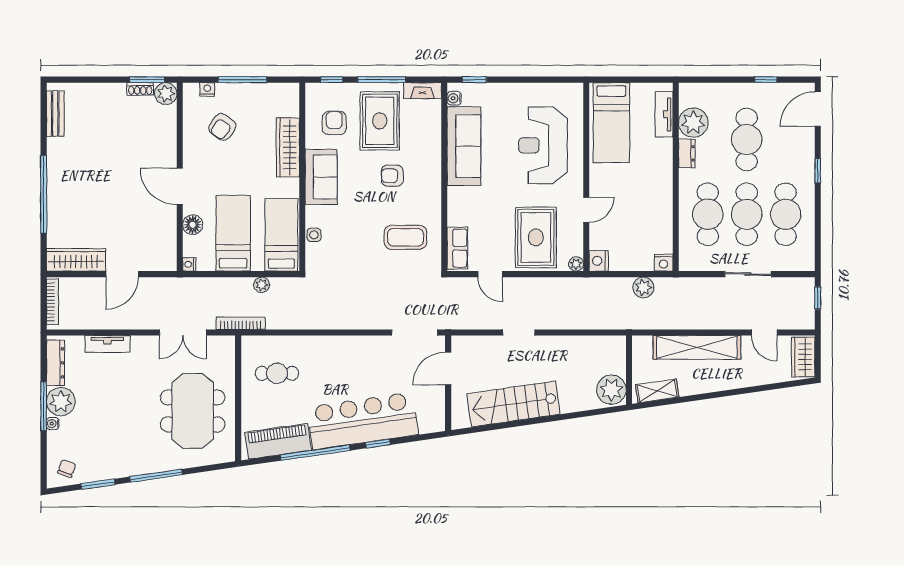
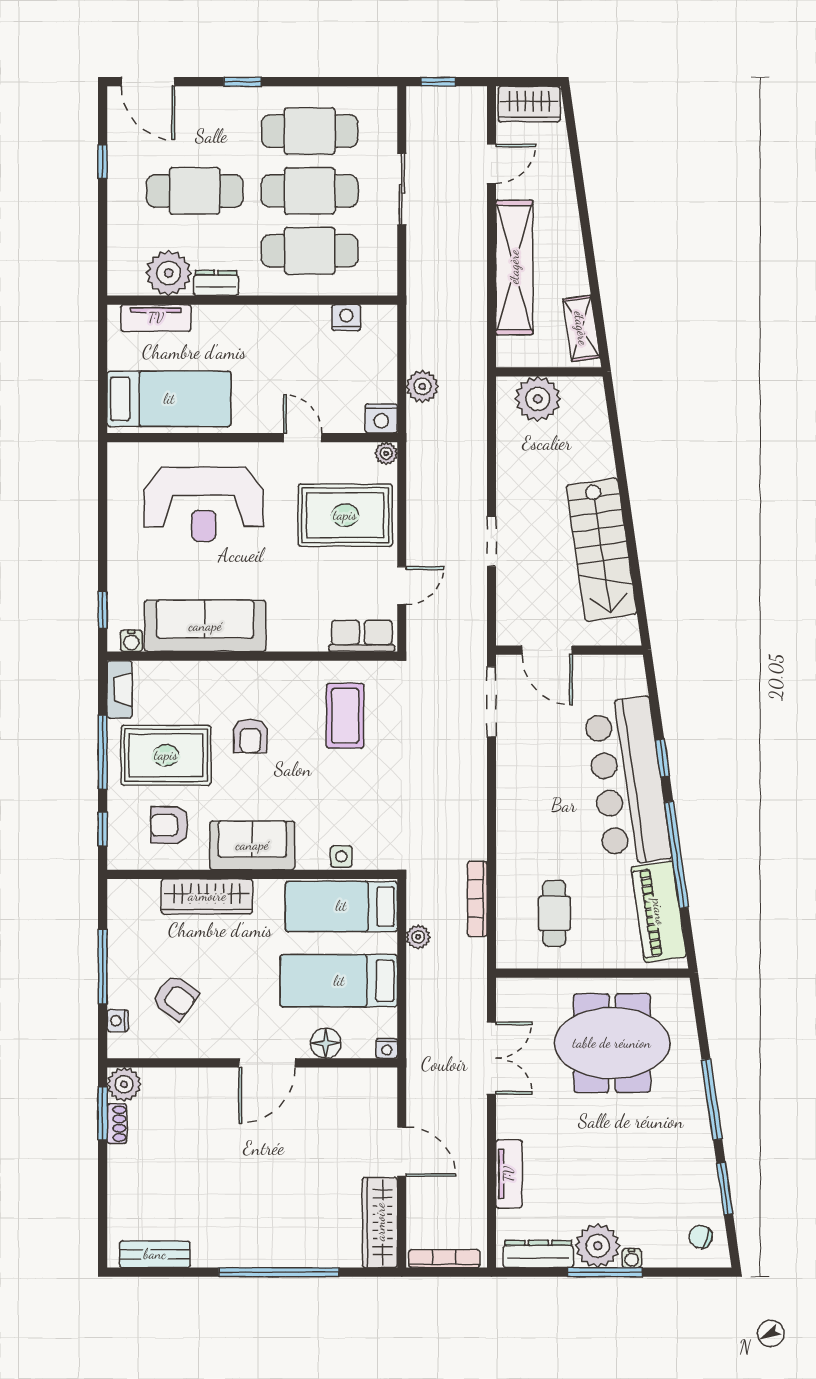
nightstand: (664, 263) -> (346, 318), moved, turned -90
plant: (643, 288) -> (422, 386), moved
bookcase: (241, 323) -> (477, 899), moved
plant: (611, 390) -> (538, 399), moved

